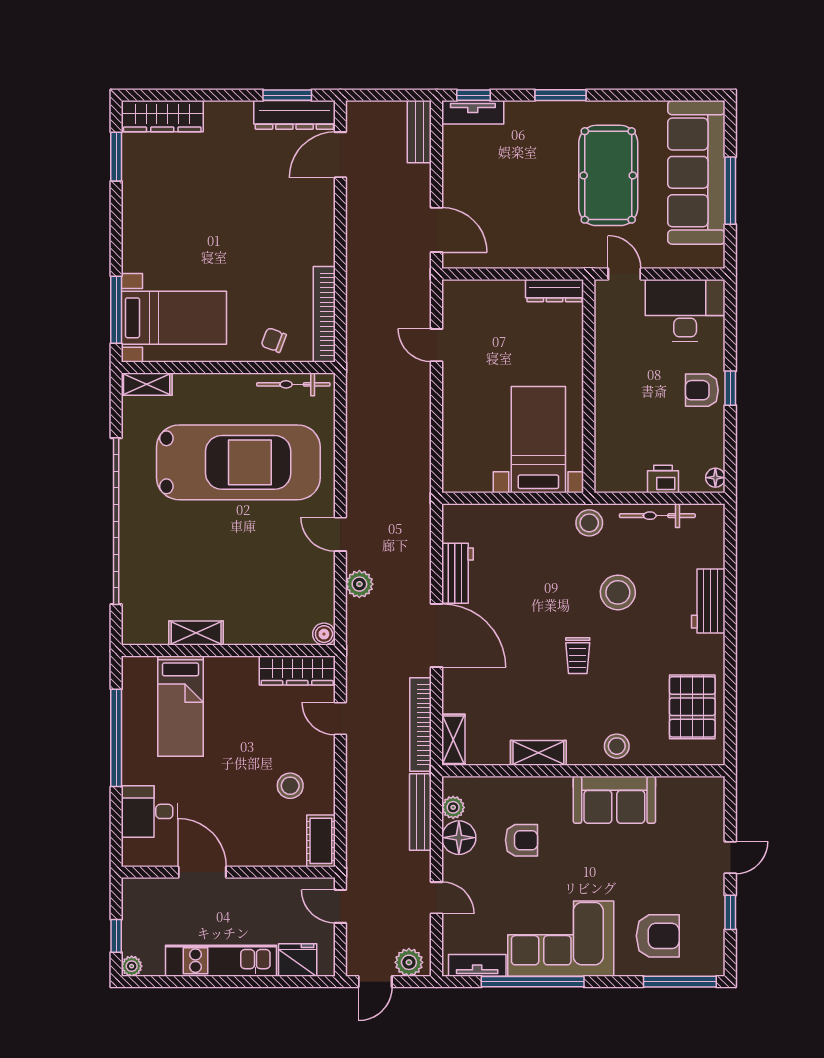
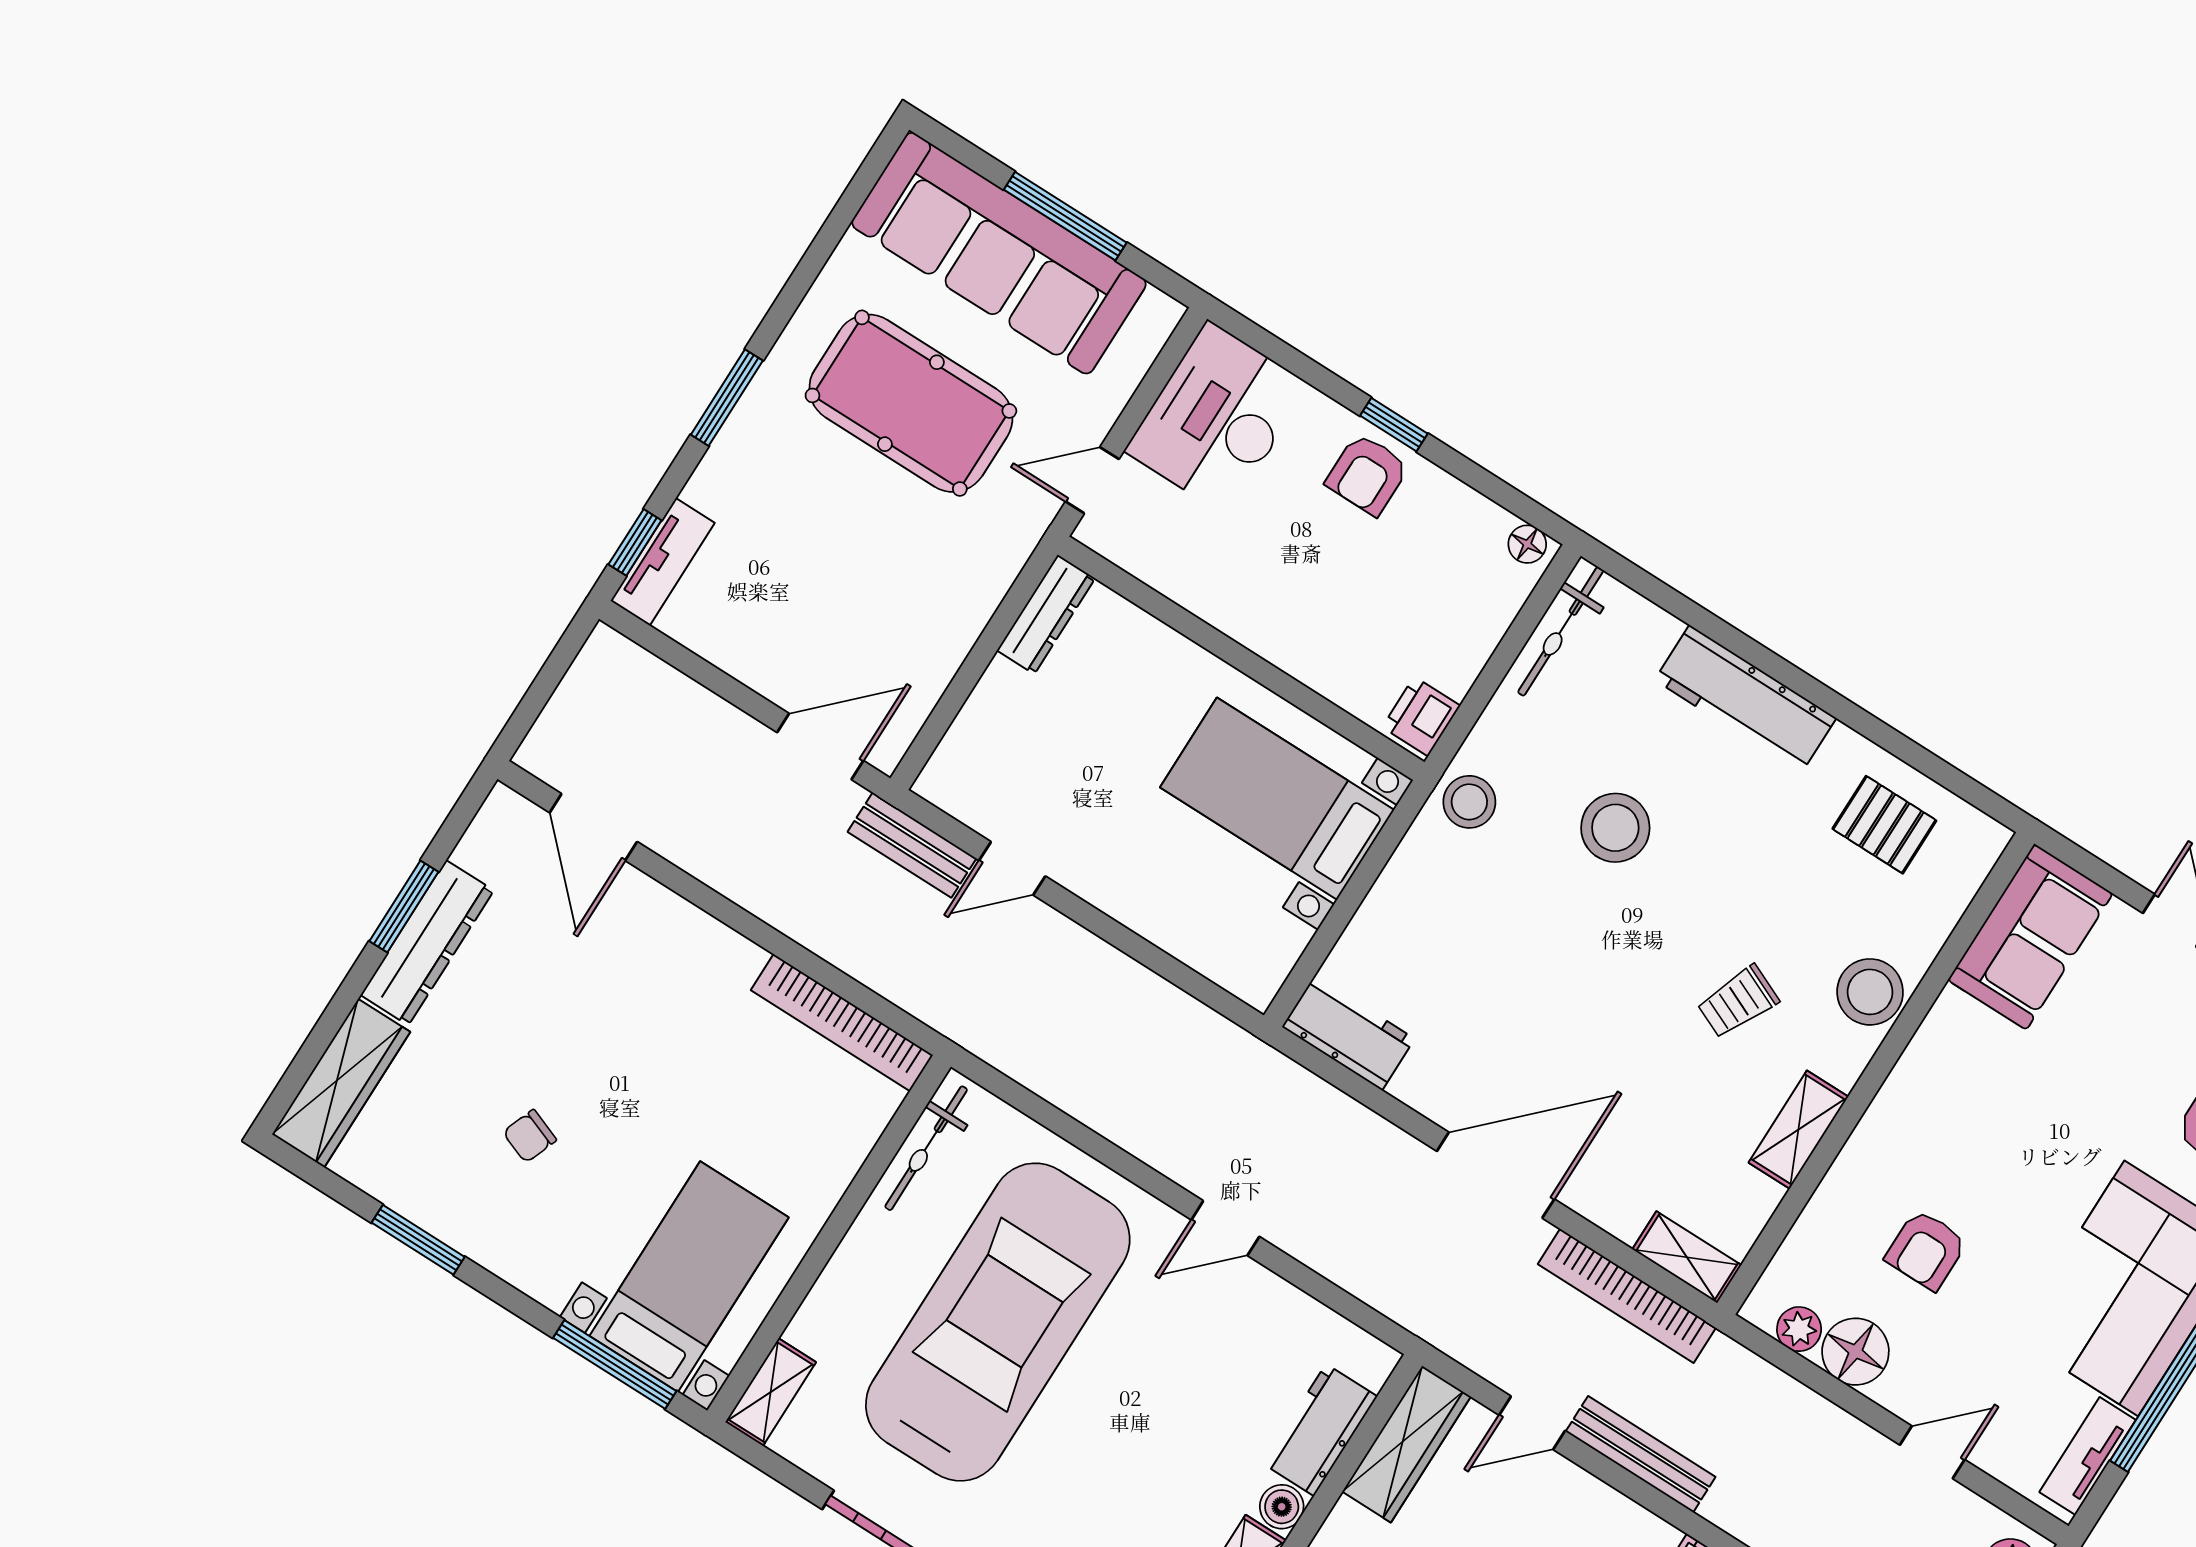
window: (287, 95) -> (404, 907), moved
dresser: (294, 115) -> (427, 943), moved
bench: (419, 132) -> (912, 845), moved
window: (116, 157) -> (418, 1240), moved
chair: (274, 340) -> (530, 1136), moved
printer: (663, 479) -> (1421, 716), moved
bicycle: (657, 516) -> (1561, 631), moved
workbench: (457, 573) -> (1348, 1033), moved
plant: (359, 584) -> (1328, 1249), removed
workbench: (708, 601) -> (1745, 699), width x1.38
workbench: (280, 630) -> (1320, 1430), added
boiler: (324, 634) -> (1282, 1507), moved
trolley: (578, 656) -> (1738, 1002), moved, turned 114
pallet: (692, 707) -> (1884, 825), width x0.67, depth x0.71
stool: (617, 746) -> (1870, 992), width x1.38, depth x1.38
sofa: (614, 800) -> (2030, 937), moved
bench: (420, 812) -> (1641, 1454), moved
armchair: (522, 840) -> (1926, 1250), turned 180

